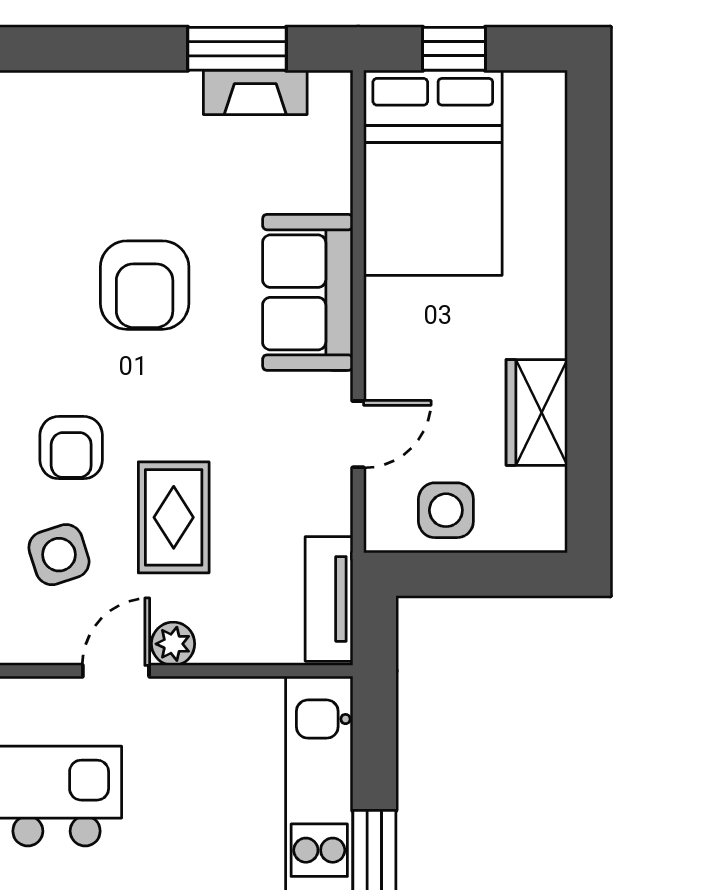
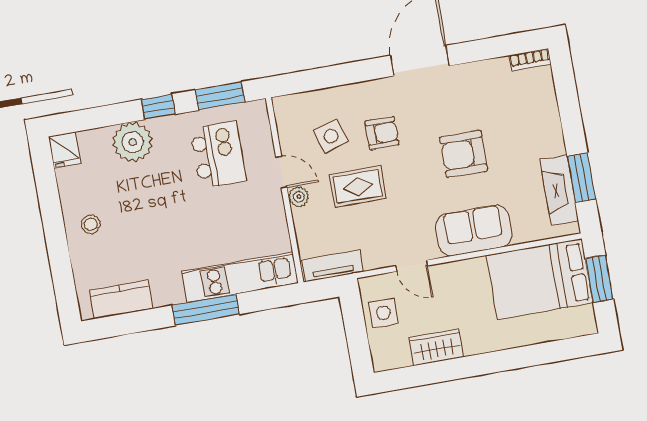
window: (454, 49) -> (599, 279), width x1.50
fireplace: (255, 92) -> (559, 190), width x1.37, depth x1.32
armchair: (71, 448) -> (382, 133), turned 180

